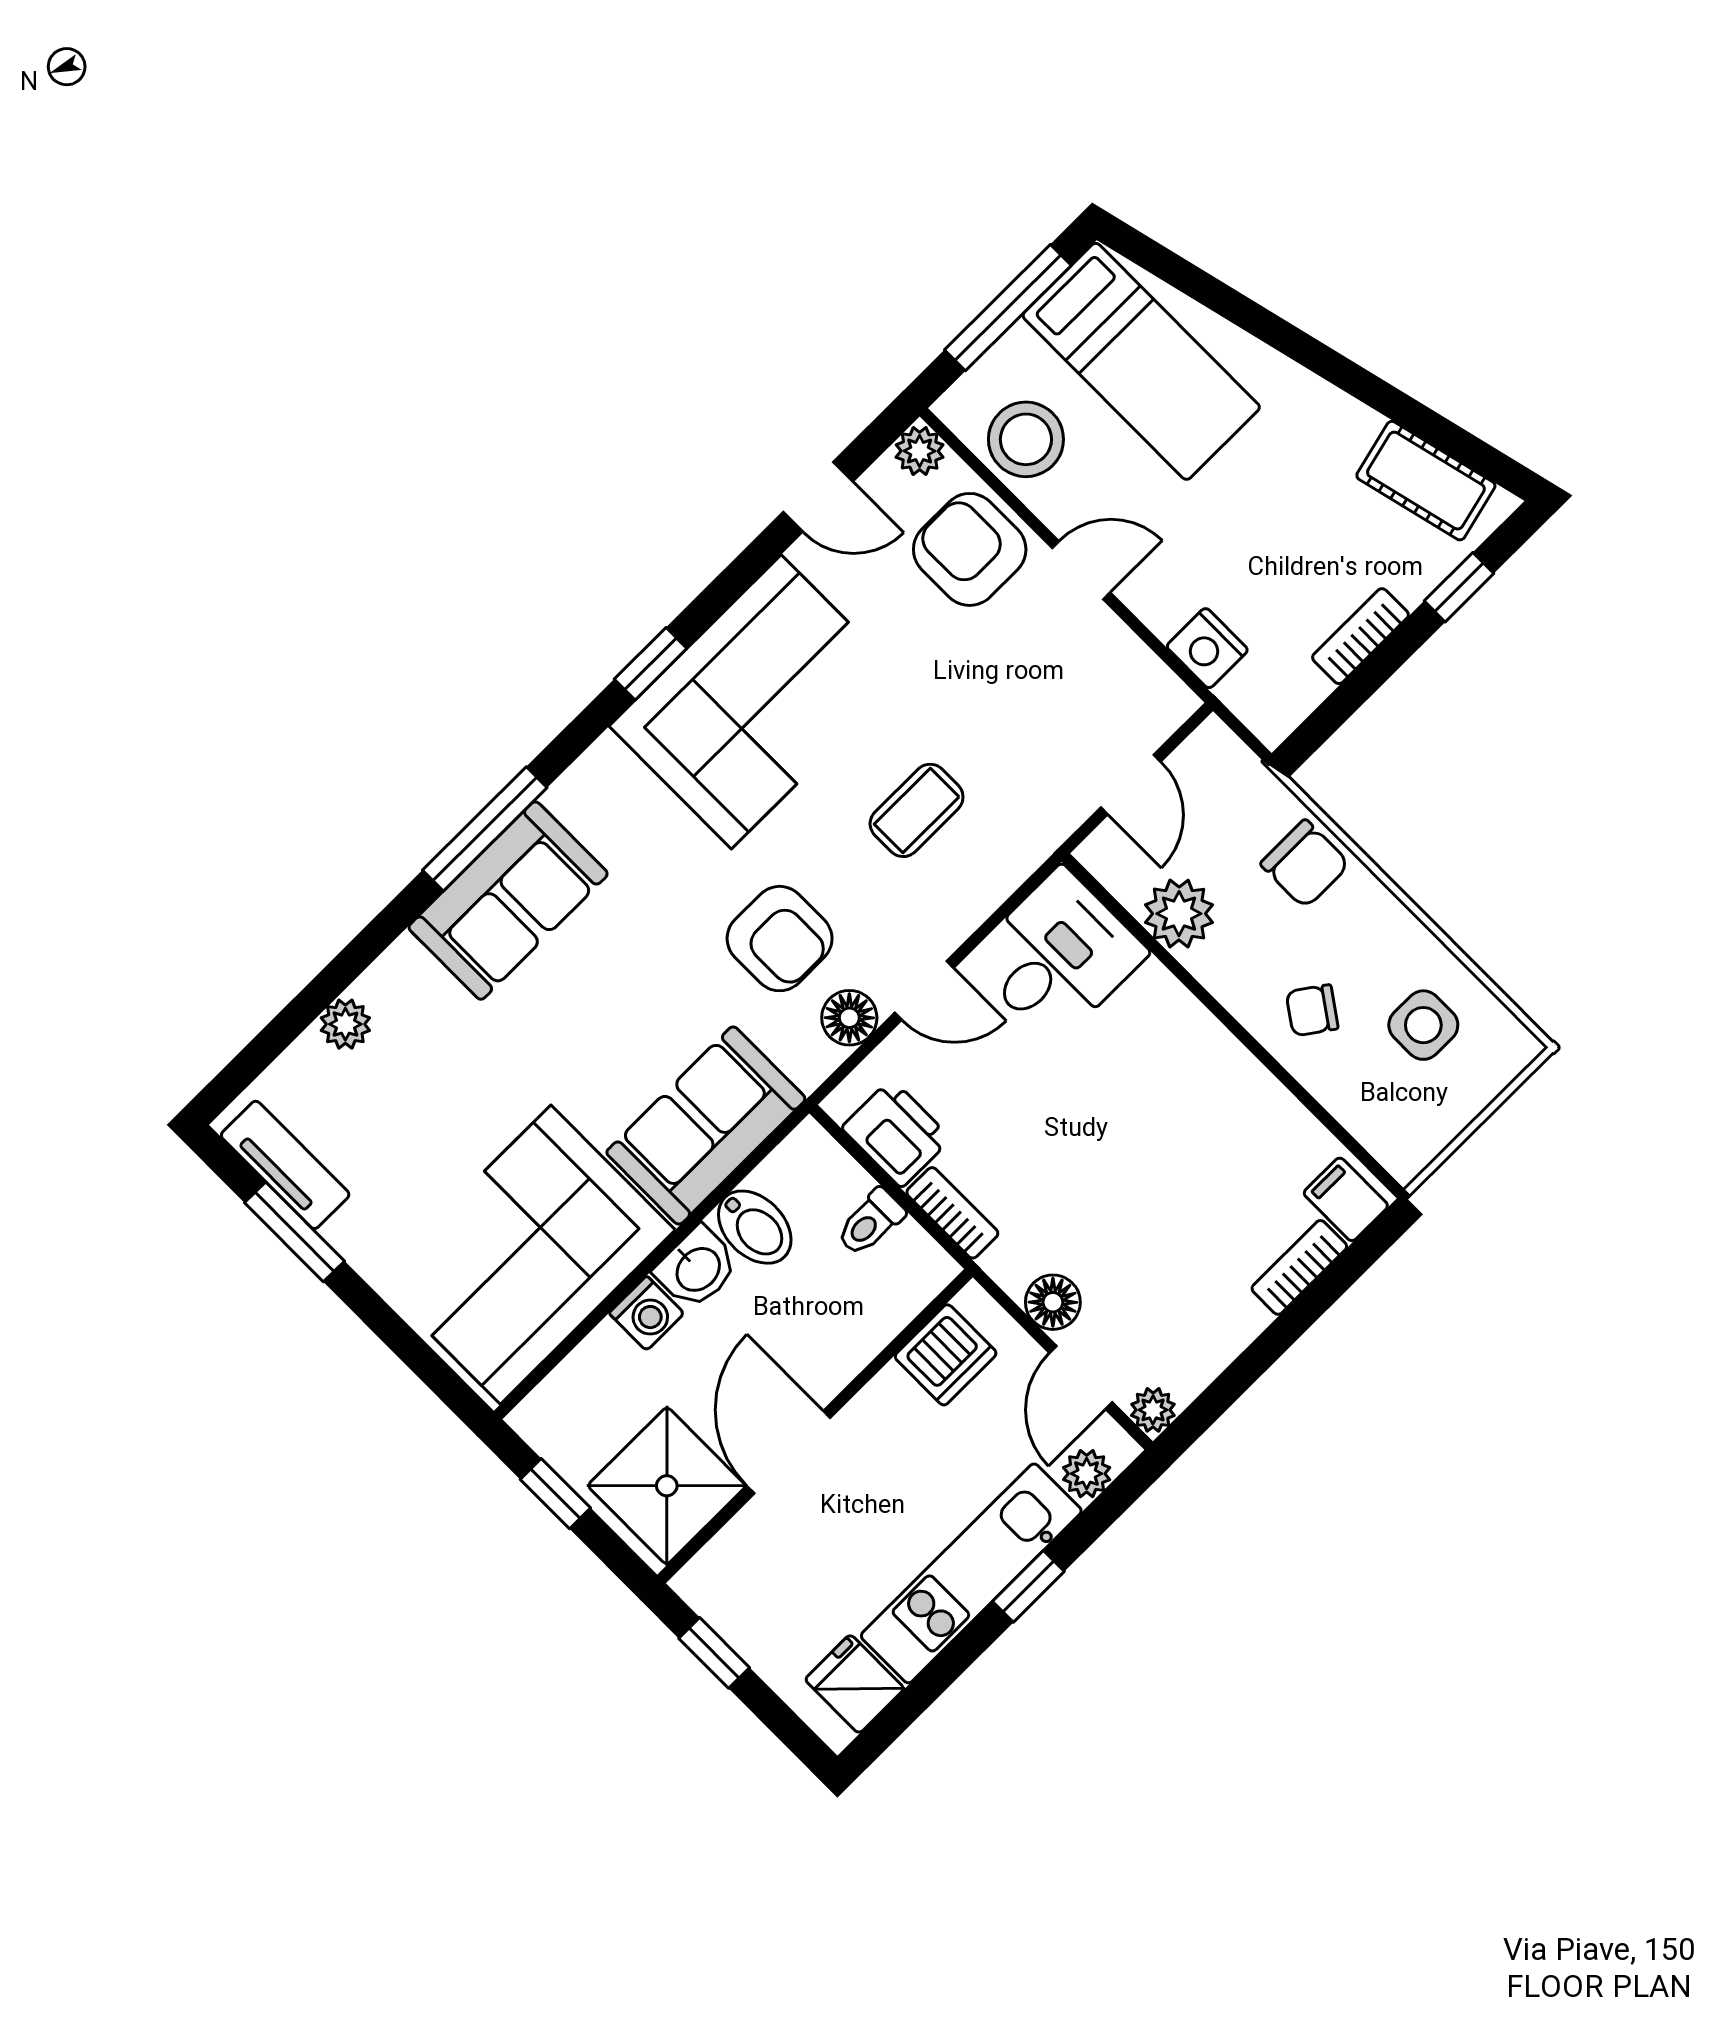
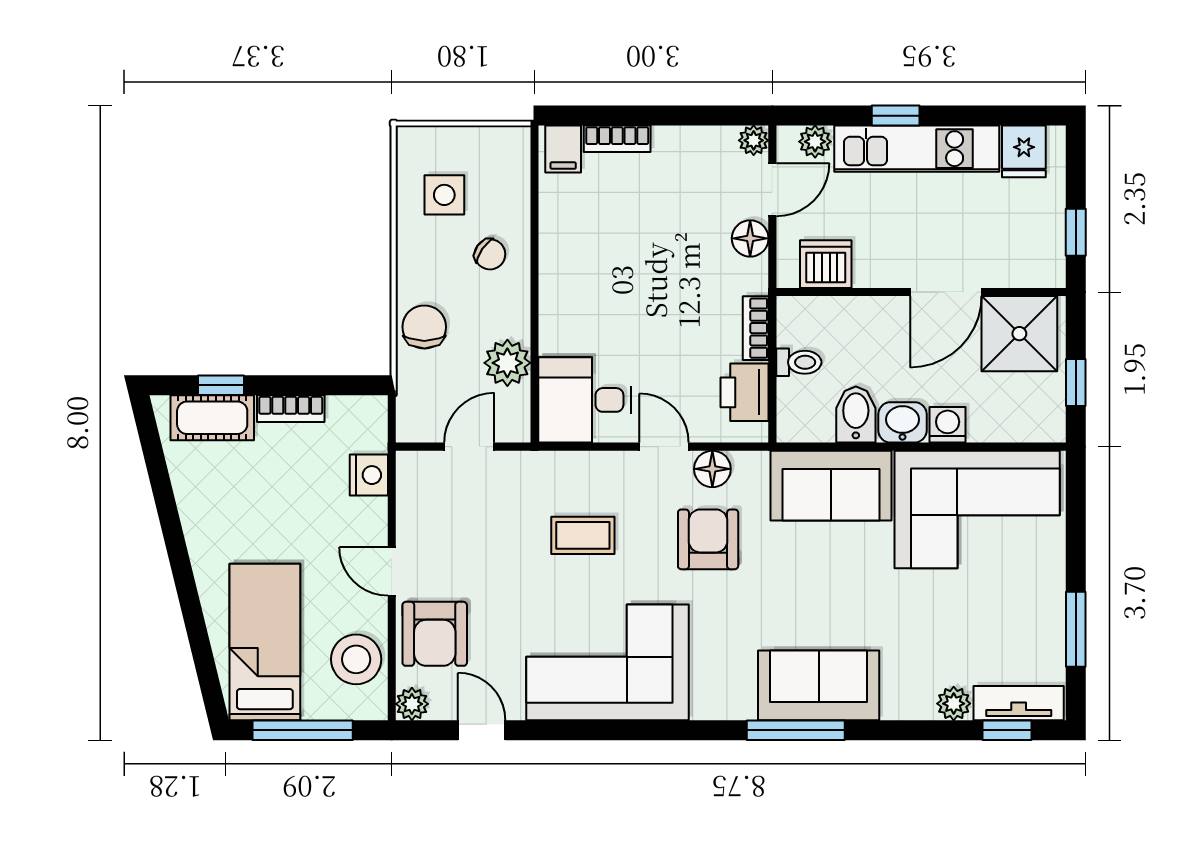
cot: (1426, 481) -> (212, 418), moved, turned -76
window: (651, 664) -> (1007, 730), moved
tv unit: (285, 1165) -> (1019, 703), moved, turned 90

